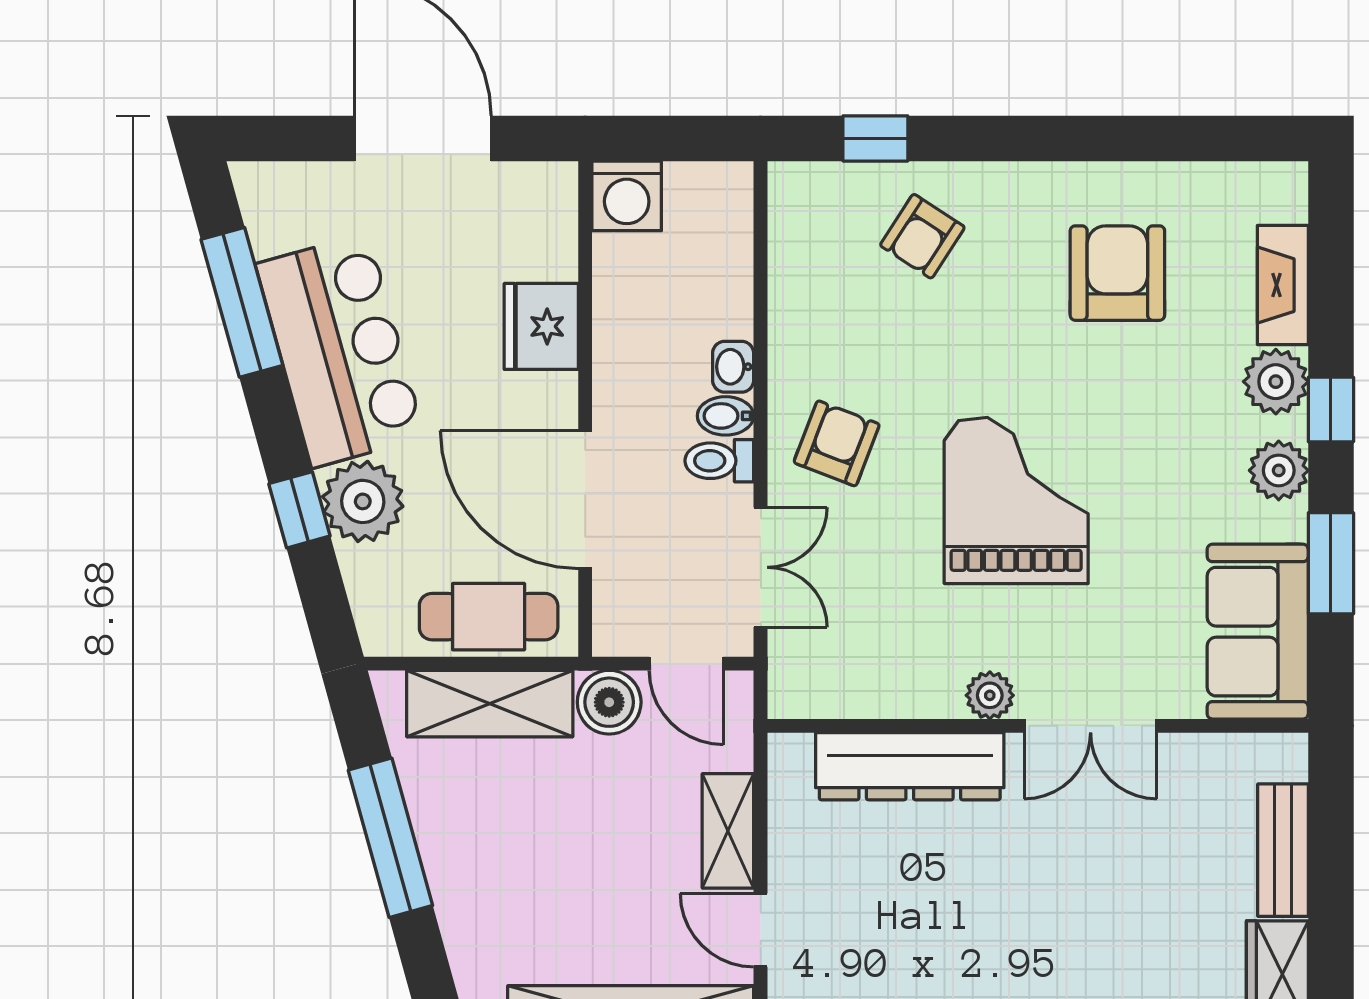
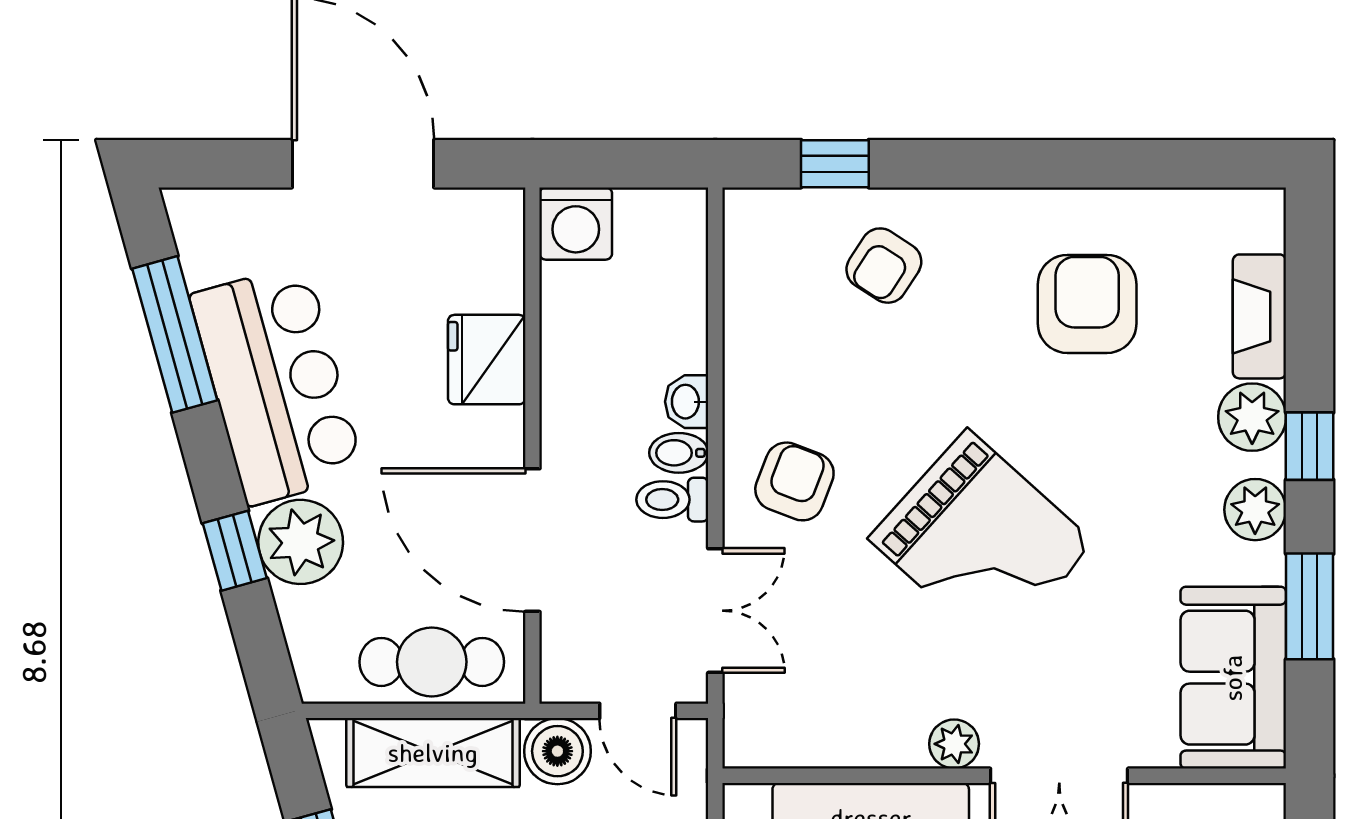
grand piano: (1016, 500) -> (982, 541), turned 132

